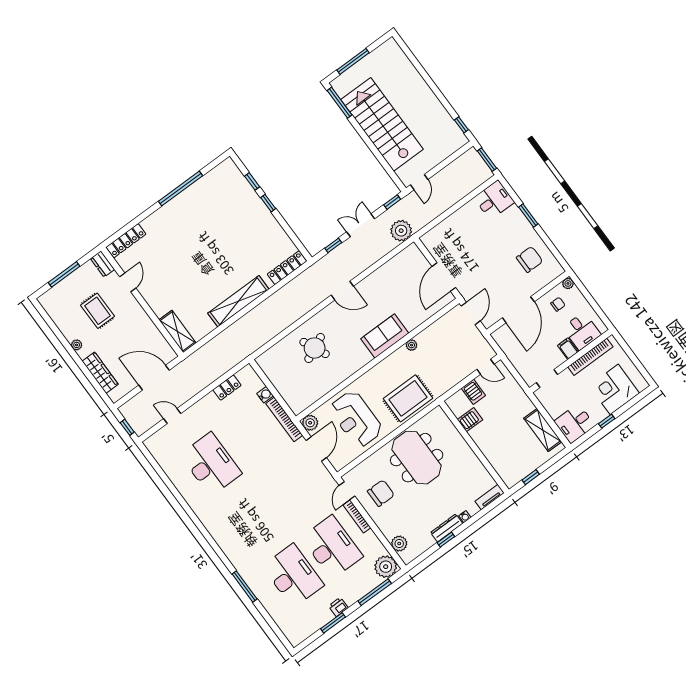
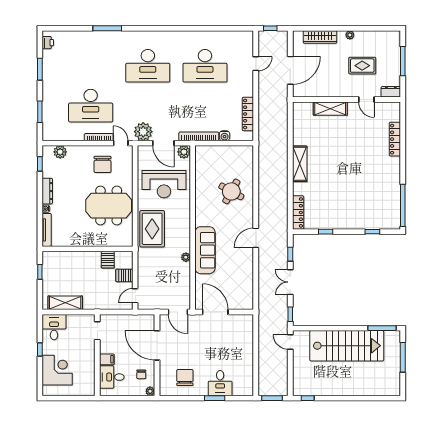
window: (181, 188) -> (403, 205), moved
desk: (494, 200) -> (220, 383), moved
window: (268, 203) -> (326, 232), moved
double door: (361, 225) -> (290, 282), swing flipped
plant: (401, 231) -> (267, 306), removed
locker: (126, 241) -> (395, 139), moved
chair: (530, 259) -> (185, 378), turned 180
shelving: (238, 301) -> (300, 164), width x0.68
shelving: (177, 331) -> (330, 109), moved
sofa: (385, 336) -> (205, 250), width x1.36
round table: (315, 348) -> (231, 191), turned -36
bookcase: (590, 357) -> (90, 370), removed
locker: (227, 388) -> (248, 114), width x1.53
reception desk: (356, 419) -> (164, 184), turned 180
tv unit: (490, 497) -> (47, 230), width x1.41
window: (446, 540) -> (40, 164), moved
plant: (386, 567) -> (143, 132), moved
desk: (293, 576) -> (148, 66), moved
window: (375, 592) -> (40, 112), width x0.69
printer: (338, 607) -> (48, 43), moved

